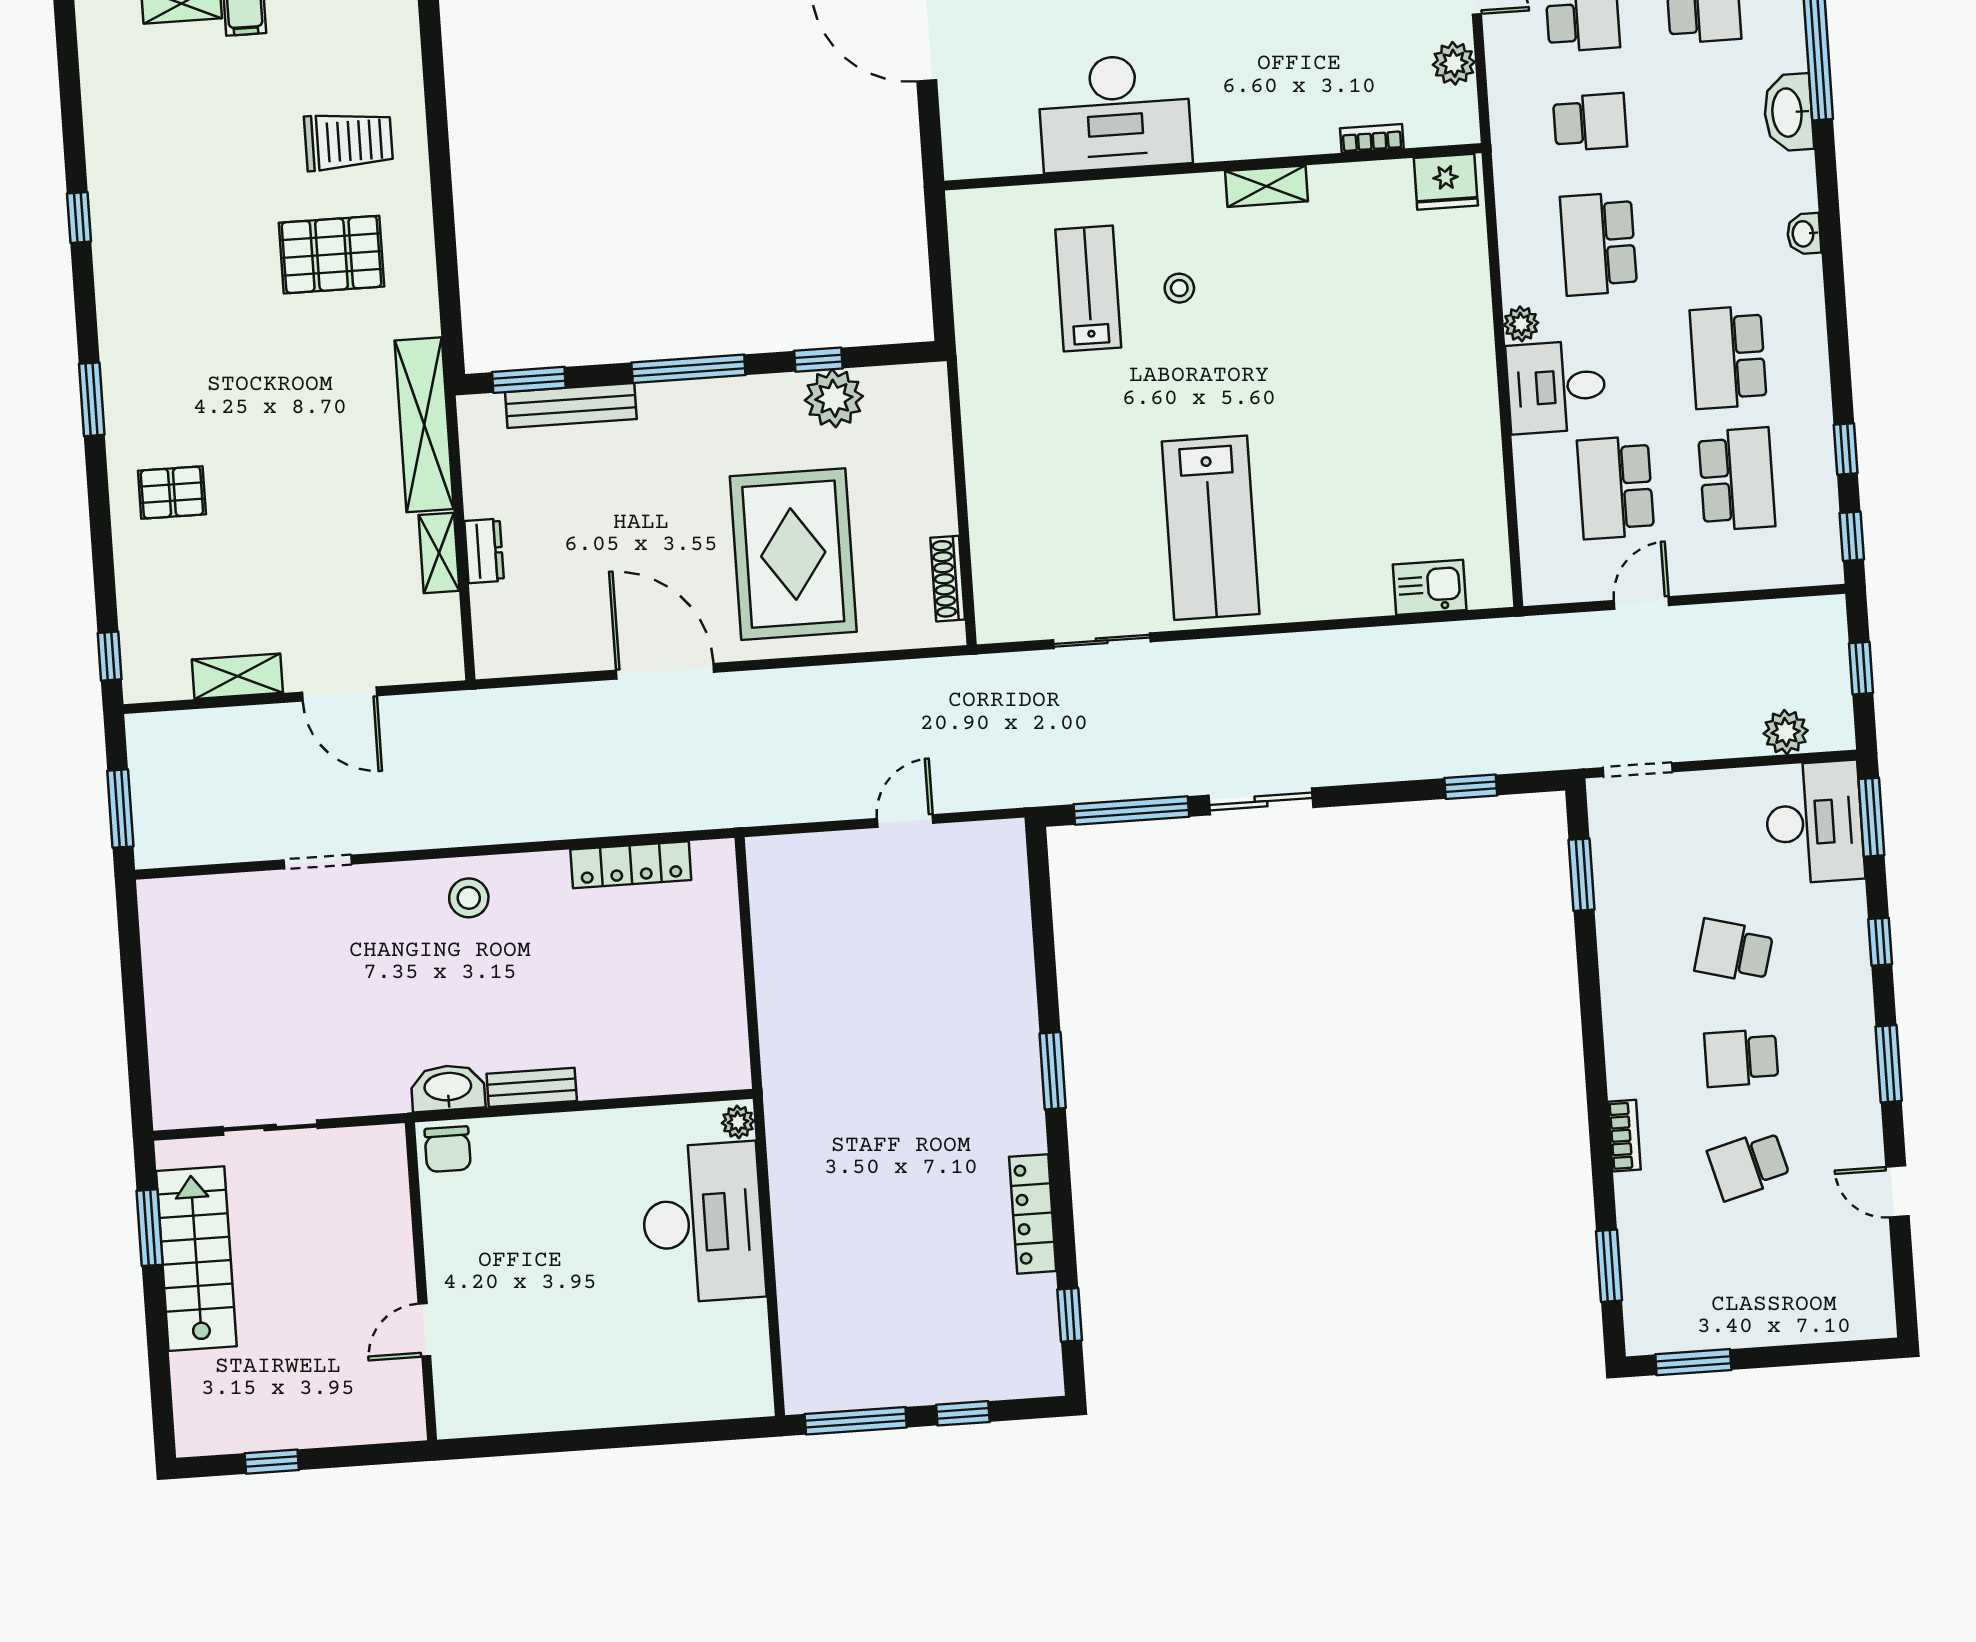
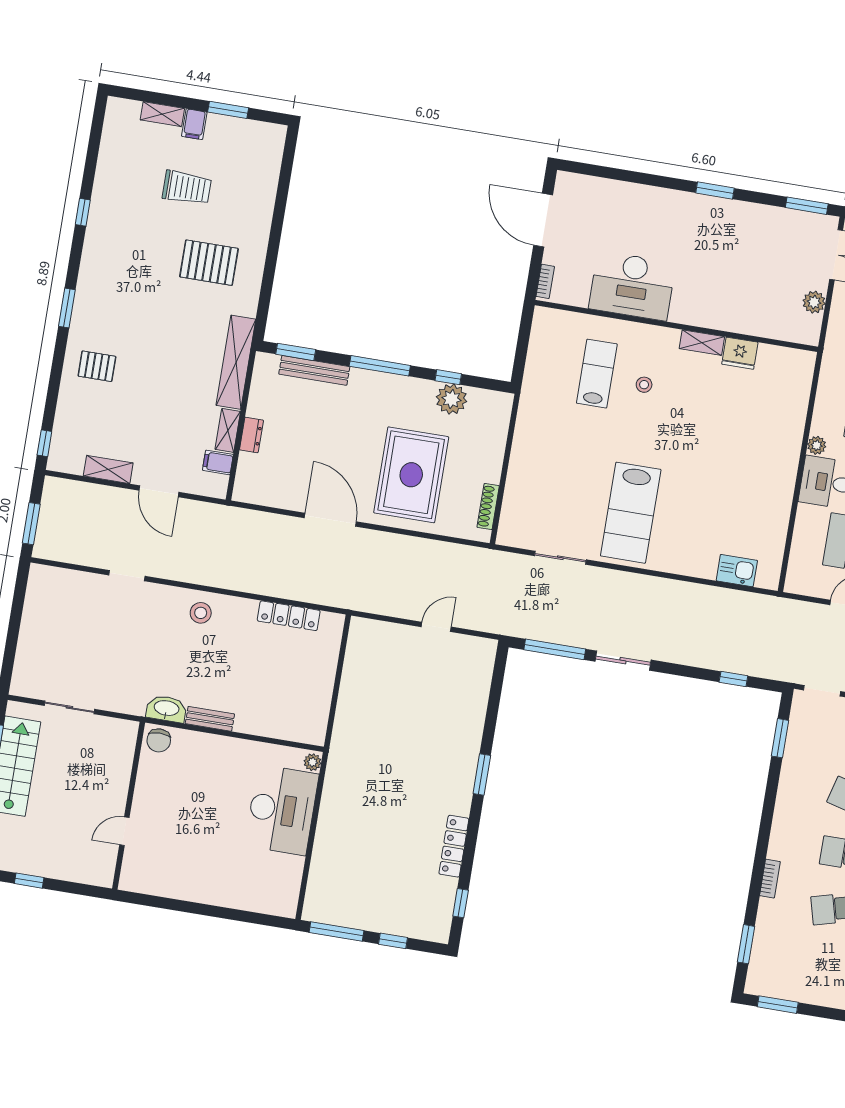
bookcase: (1372, 138) -> (545, 281), moved, turned 90
trolley: (349, 141) -> (187, 188), moved
fridge: (1446, 182) -> (740, 353), moved
filing cabinet: (435, 616) -> (218, 462), added

